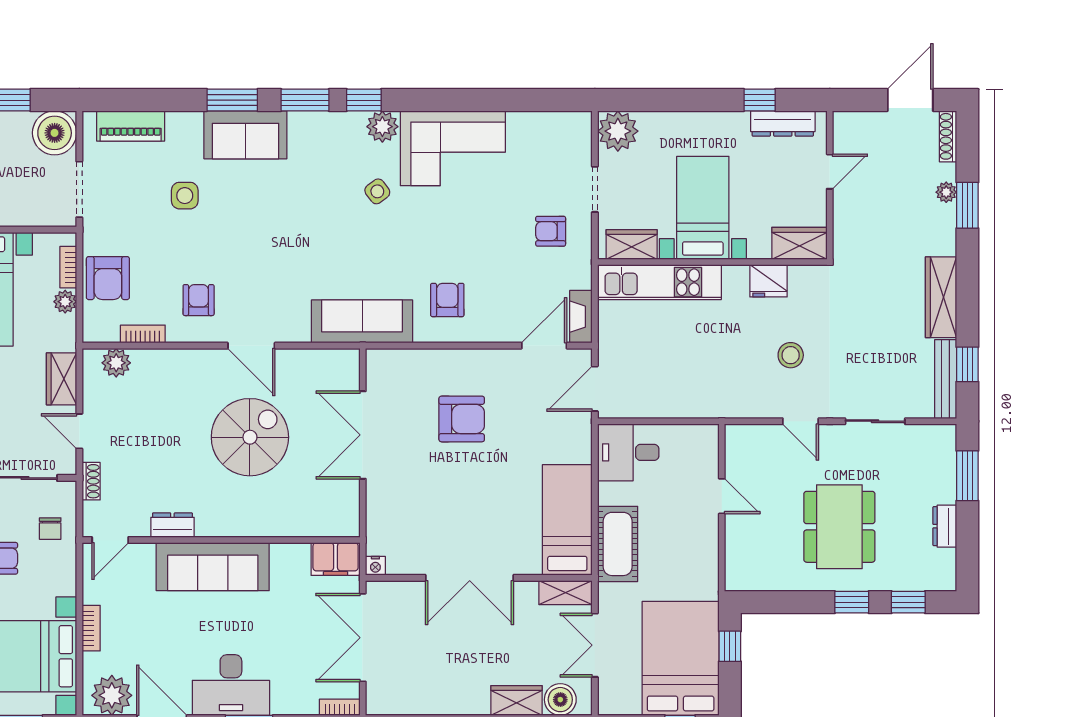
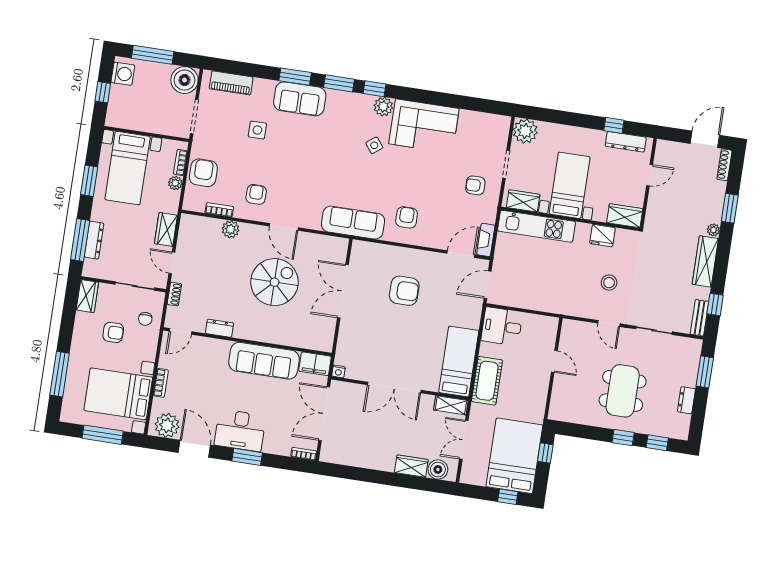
plant: (946, 192) -> (713, 230), moved
armchair: (108, 278) -> (203, 173), turned 180
plant: (116, 363) -> (231, 229), moved
bench: (946, 379) -> (700, 318), width x0.73
sofa: (213, 567) -> (264, 361), moved

